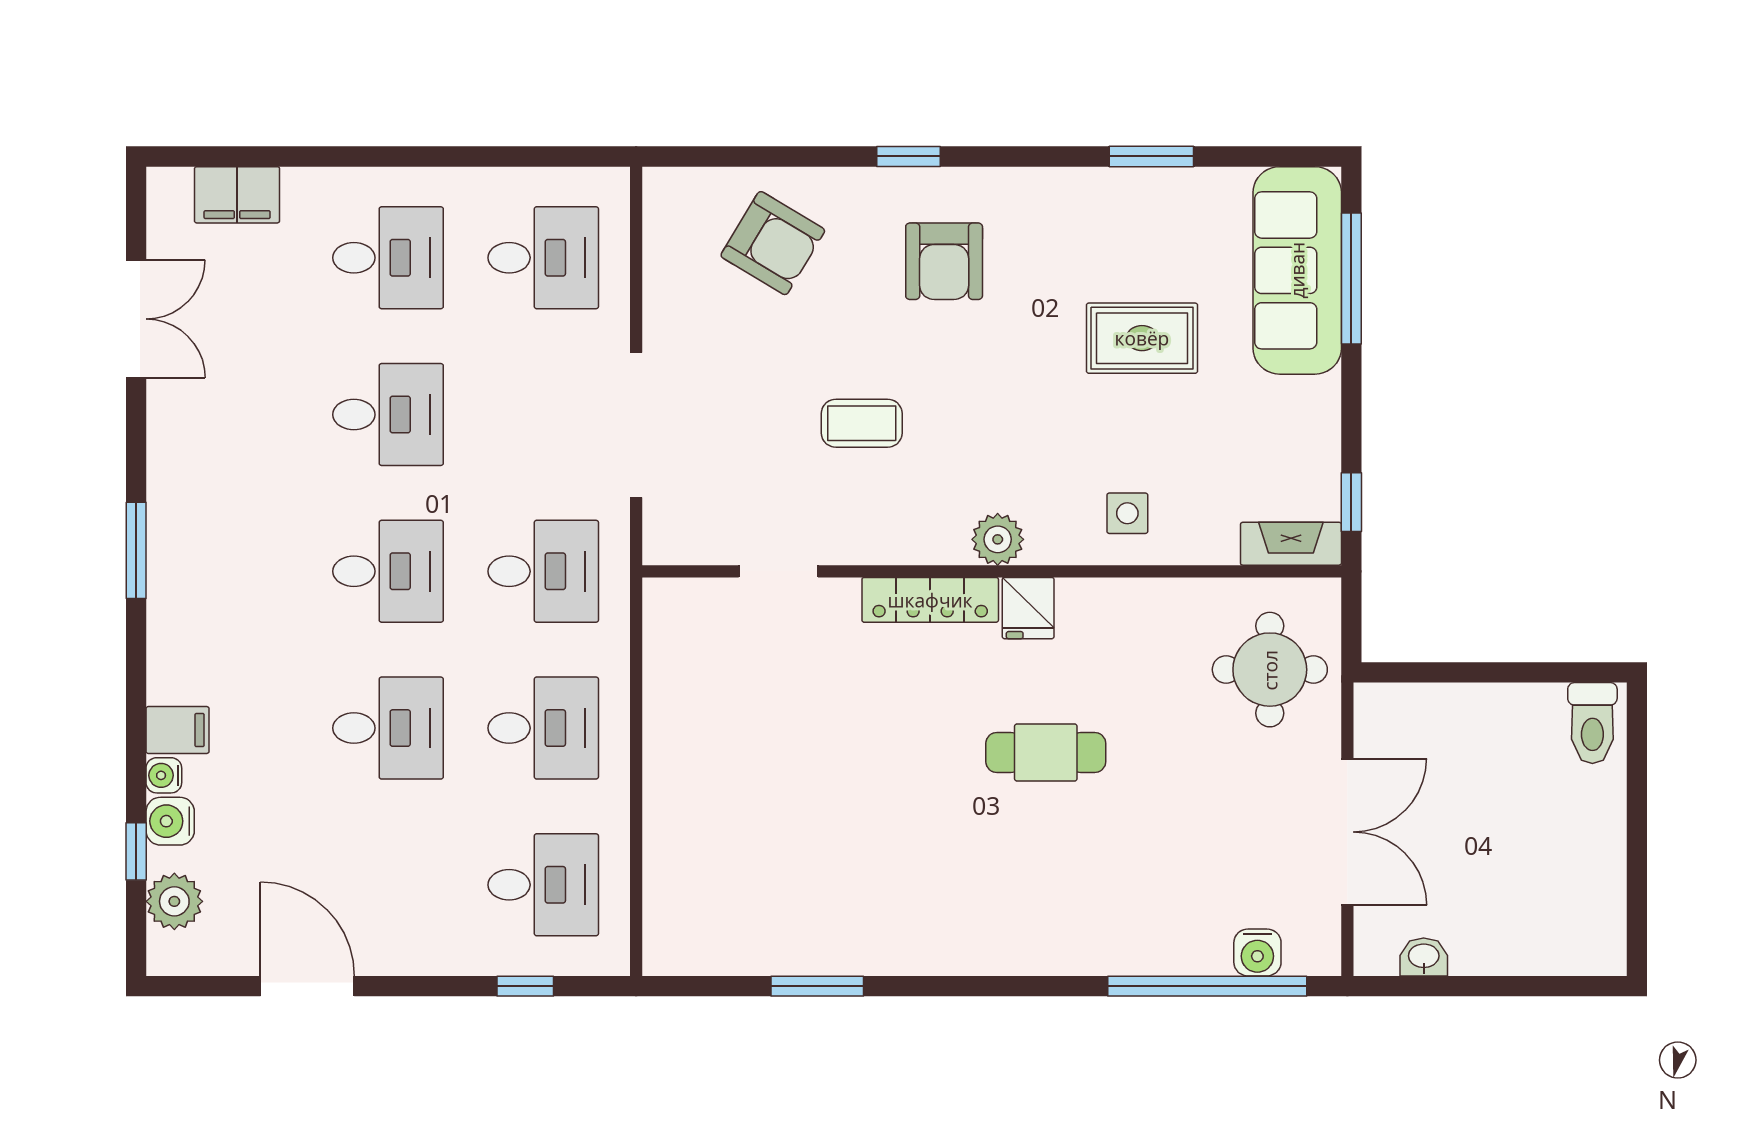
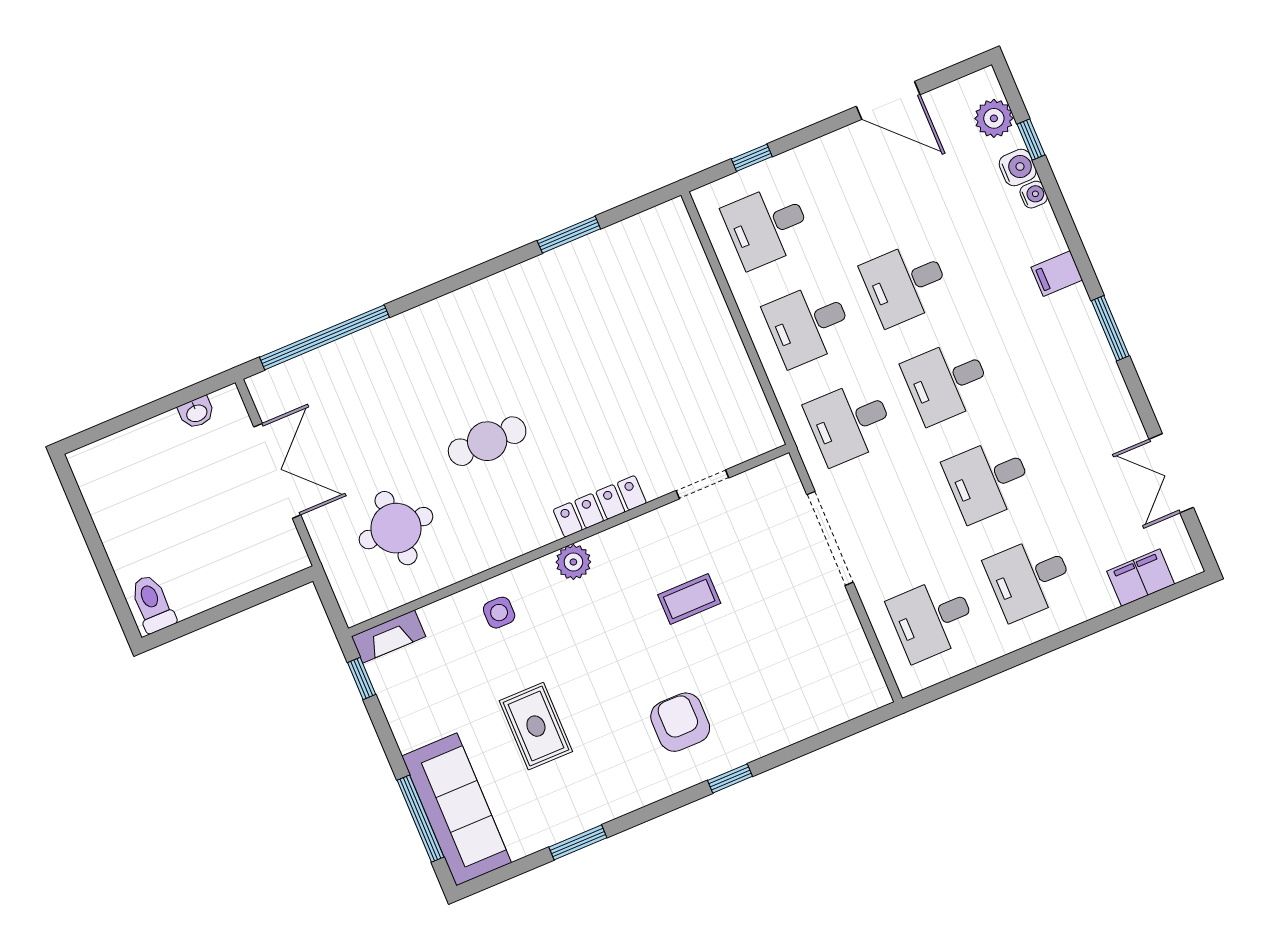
armchair: (773, 243) -> (792, 688), removed
rug: (1142, 338) -> (536, 726), turned 90
fridge: (1028, 608) -> (536, 527), removed
round table: (1270, 670) -> (396, 528), moved
filing cabinet: (178, 730) -> (1057, 274), moved
double door: (1347, 832) -> (277, 471), swing flipped
water cooler: (1257, 952) -> (302, 372), removed

